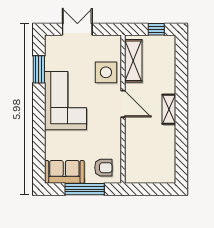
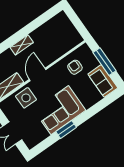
window: (39, 69) -> (66, 129), moved
armchair: (103, 168) -> (75, 67), moved

